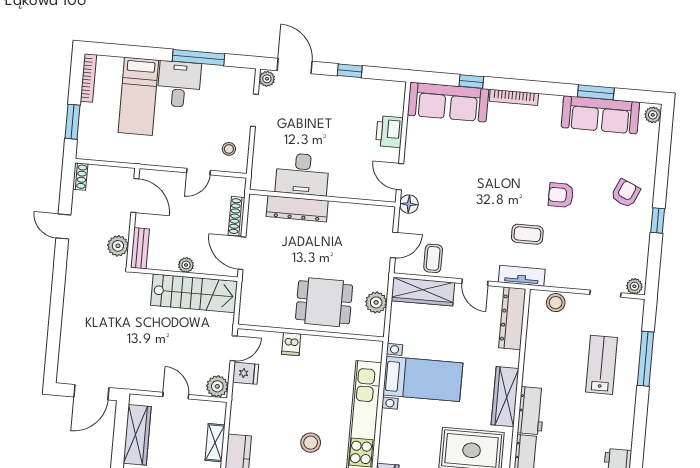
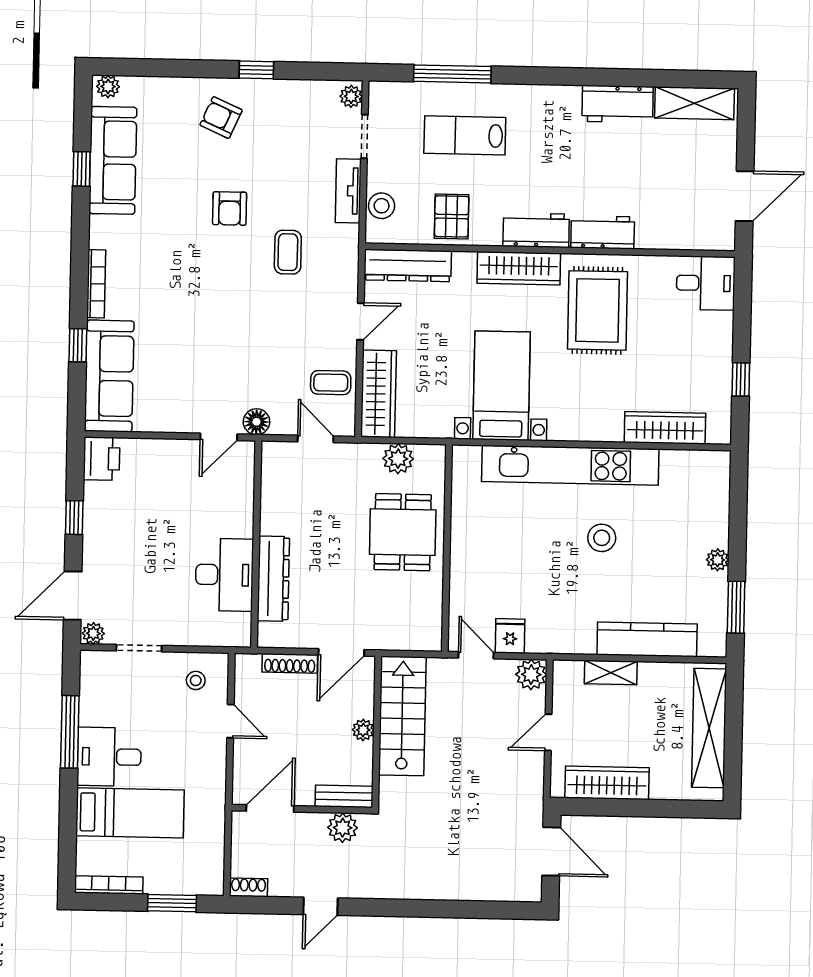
window: (596, 92) -> (82, 169), width x0.67
printer: (389, 132) -> (102, 459), moved, turned -90
tv unit: (522, 276) -> (348, 191), moved
dishwasher: (291, 344) -> (465, 574), removed
pallet: (545, 352) -> (452, 216), added

